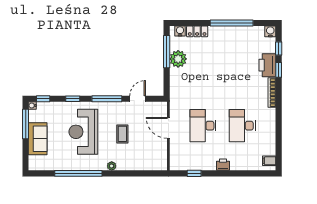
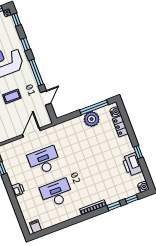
window: (232, 23) -> (138, 152), width x0.32
printer: (267, 65) -> (132, 164), moved, turned -90
door: (138, 99) -> (46, 98), hinge flipped

